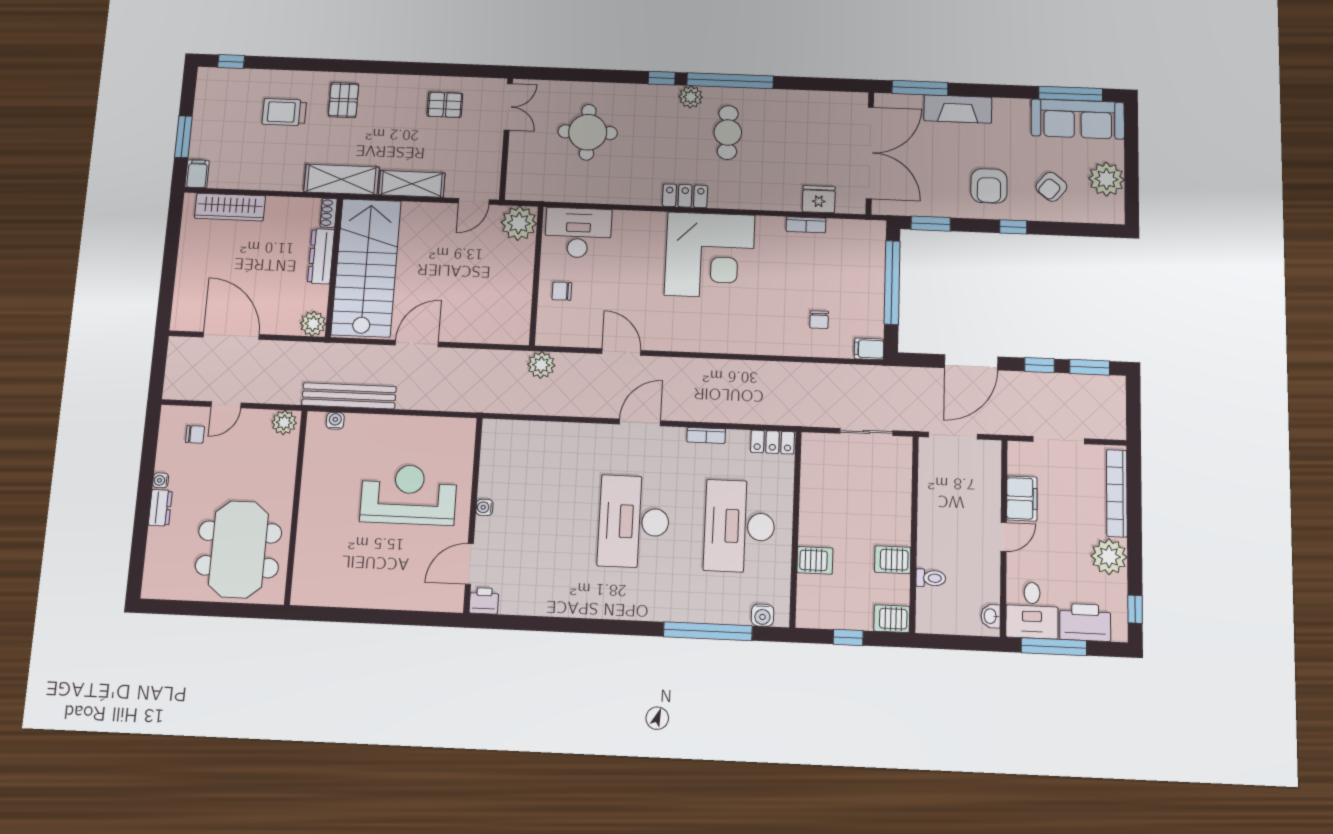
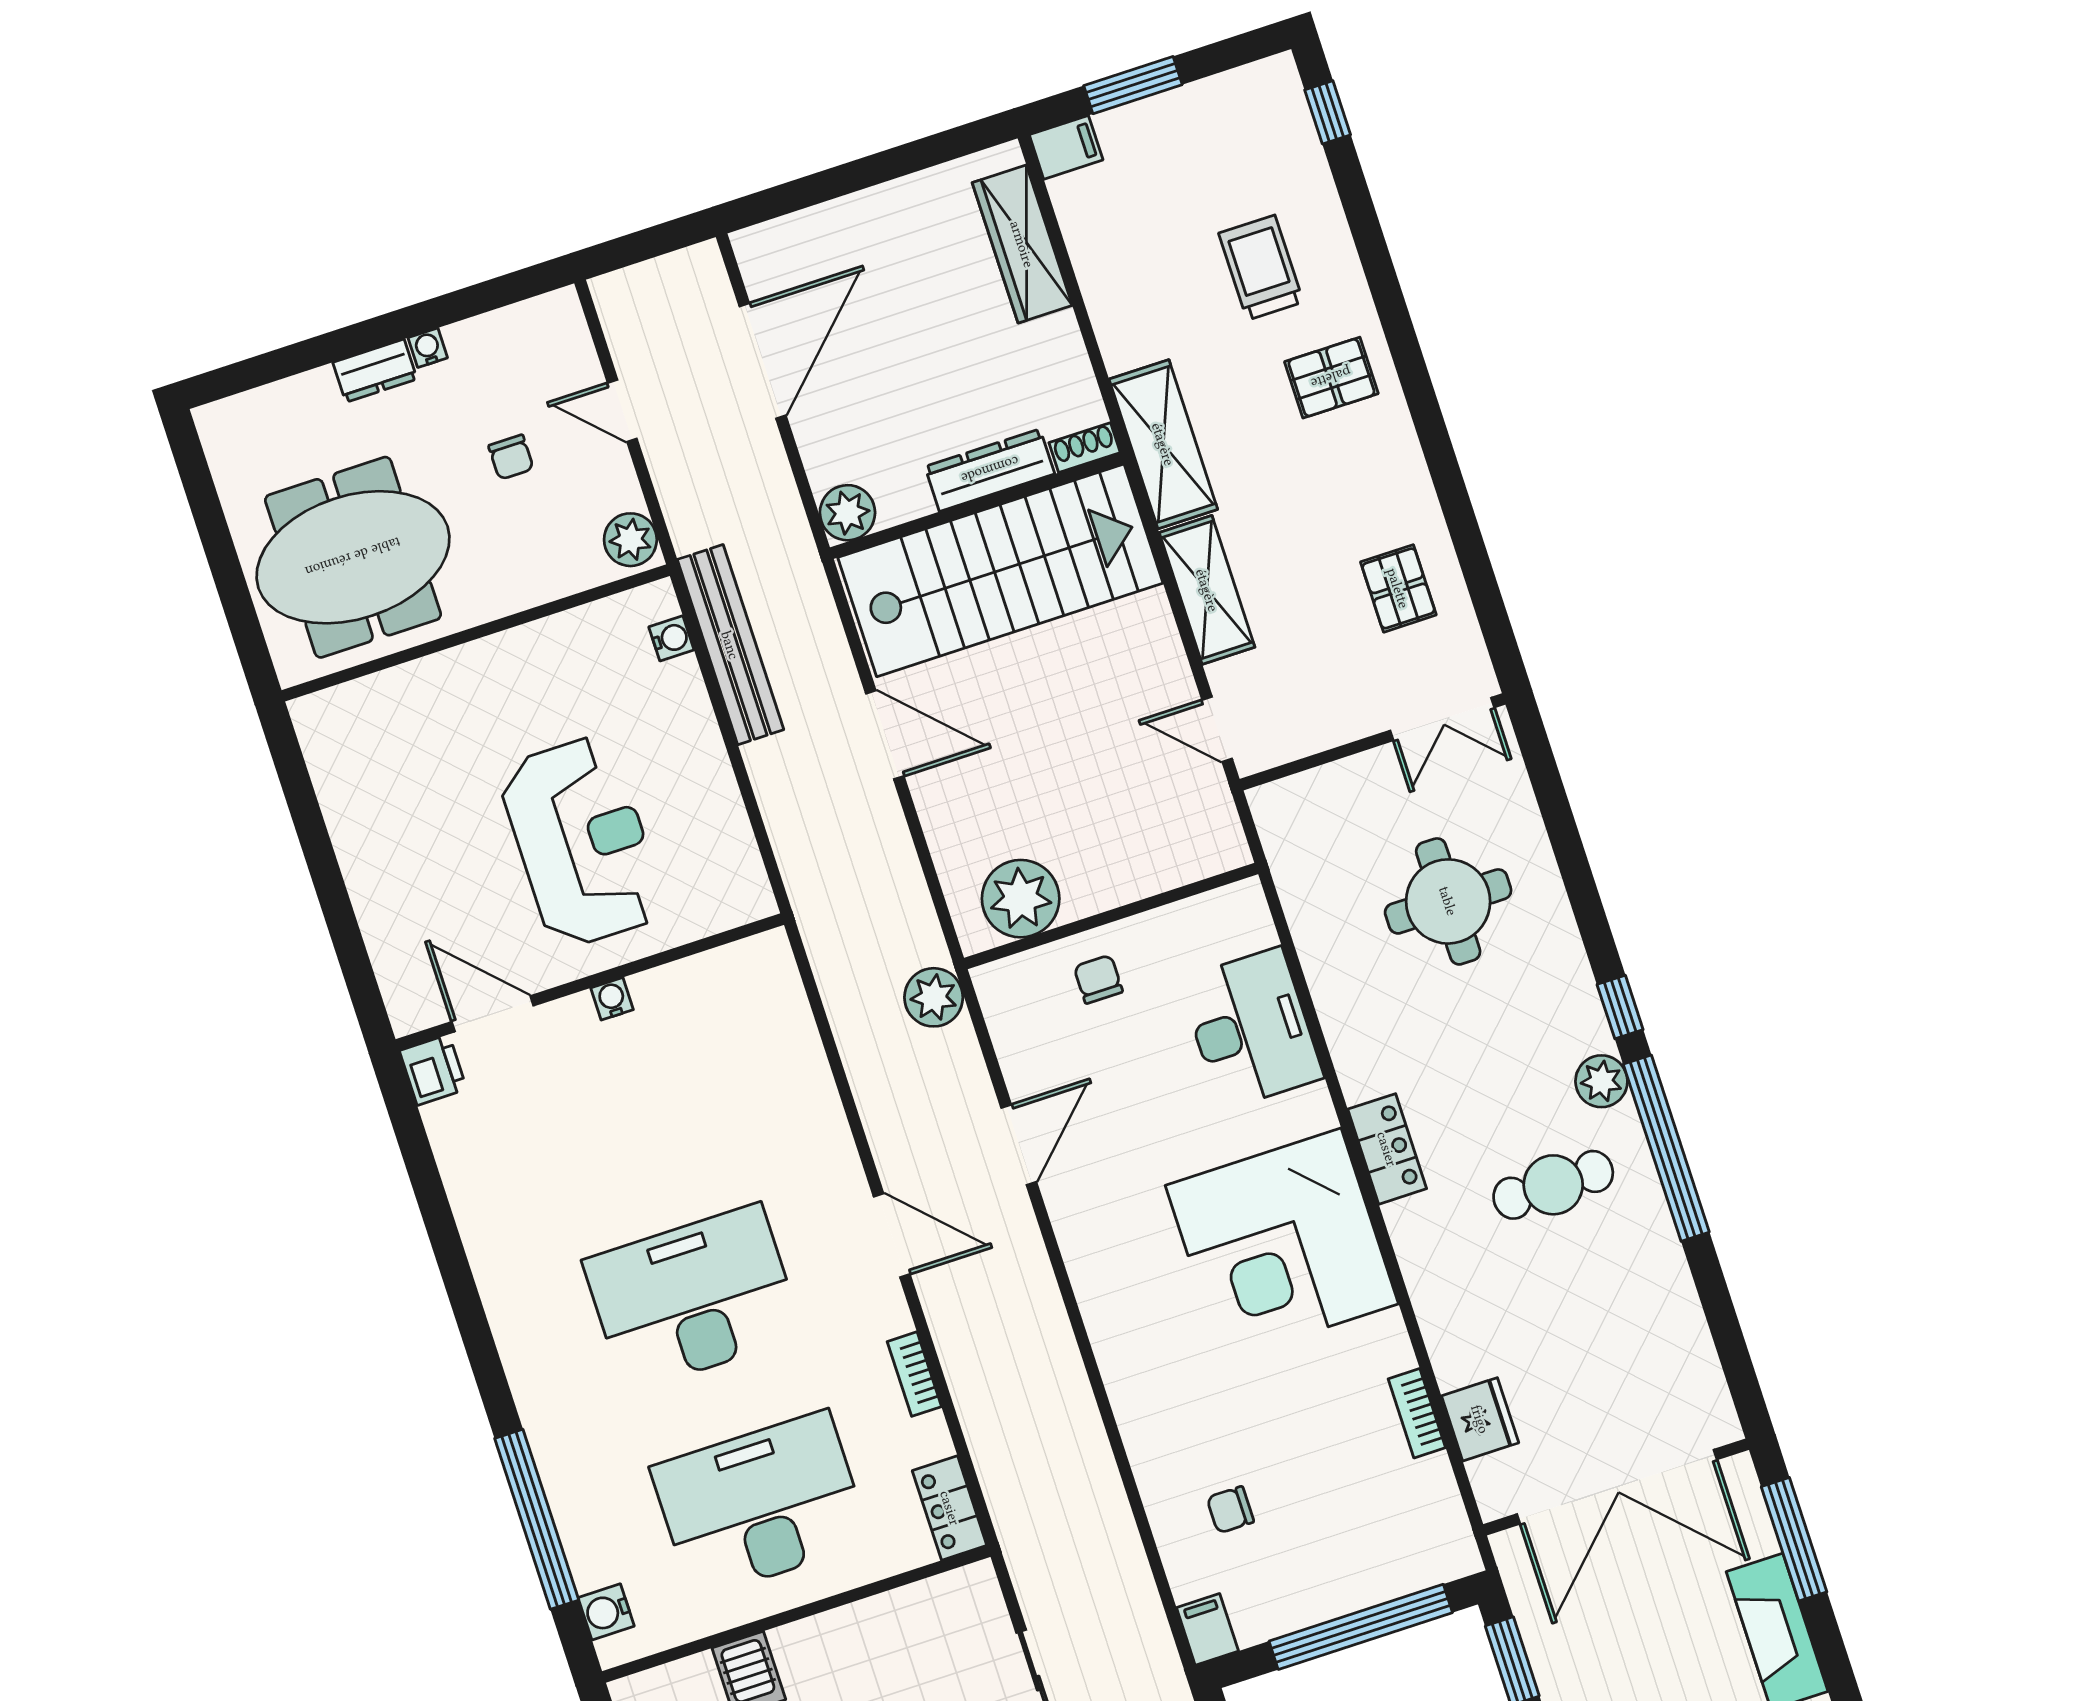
plant: (519, 223) -> (1021, 899), moved
desk: (578, 233) -> (1251, 1029), moved
chair: (195, 434) -> (511, 457), moved

